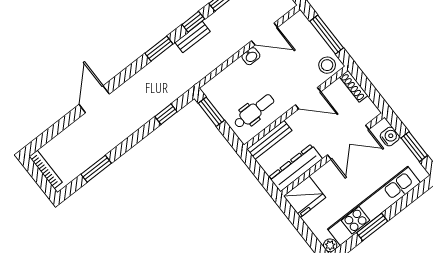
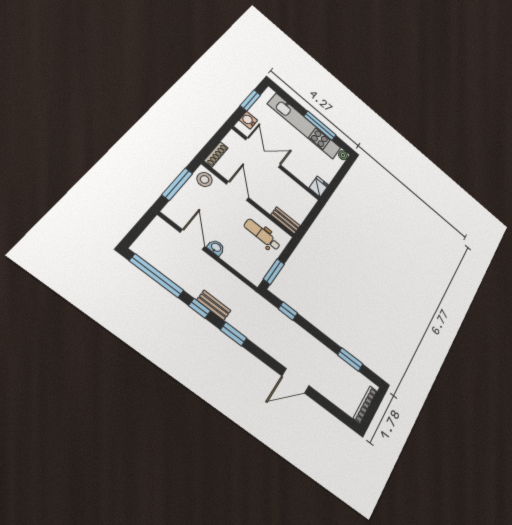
bench: (269, 140) -> (286, 220), width x0.73
dresser: (296, 168) -> (296, 191), removed
fridge: (305, 197) -> (319, 187), width x0.53, depth x0.75
window: (372, 227) -> (320, 126), width x1.44

